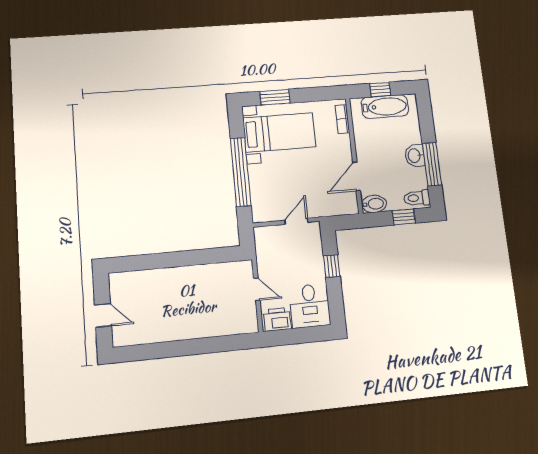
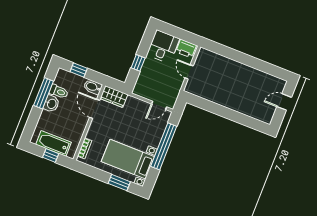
door: (357, 176) -> (95, 109), swing flipped
toilet: (417, 198) -> (59, 92), moved
wardrobe: (340, 205) -> (114, 97), added
door: (296, 221) -> (159, 105), moved
door: (103, 315) -> (284, 102), hinge flipped

